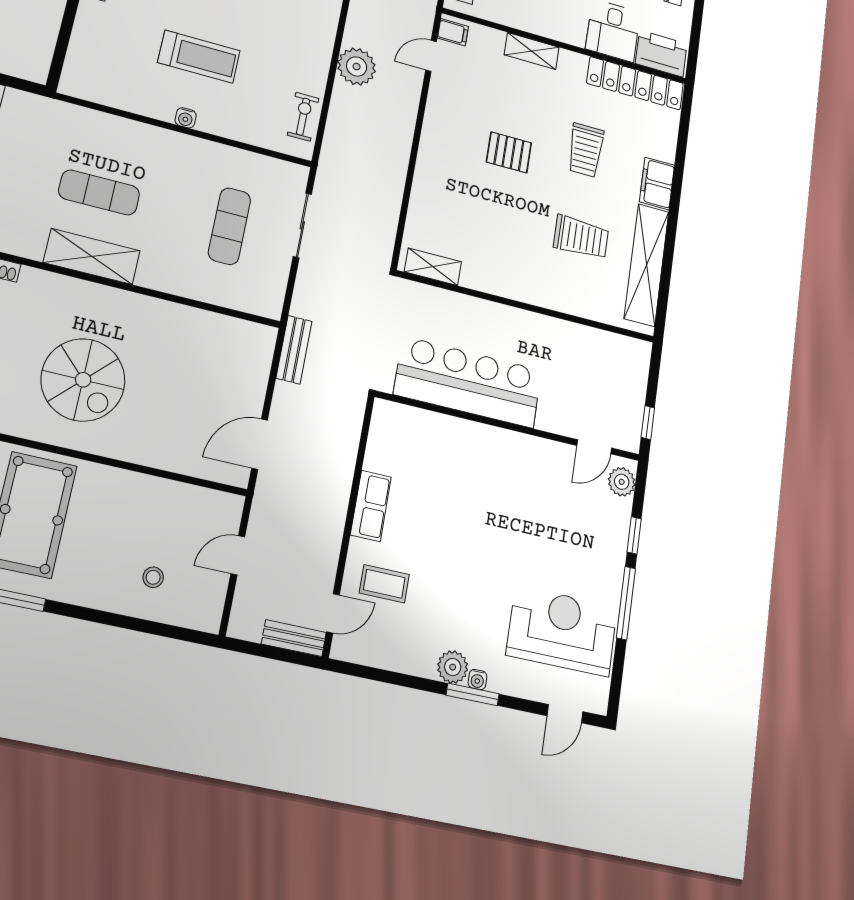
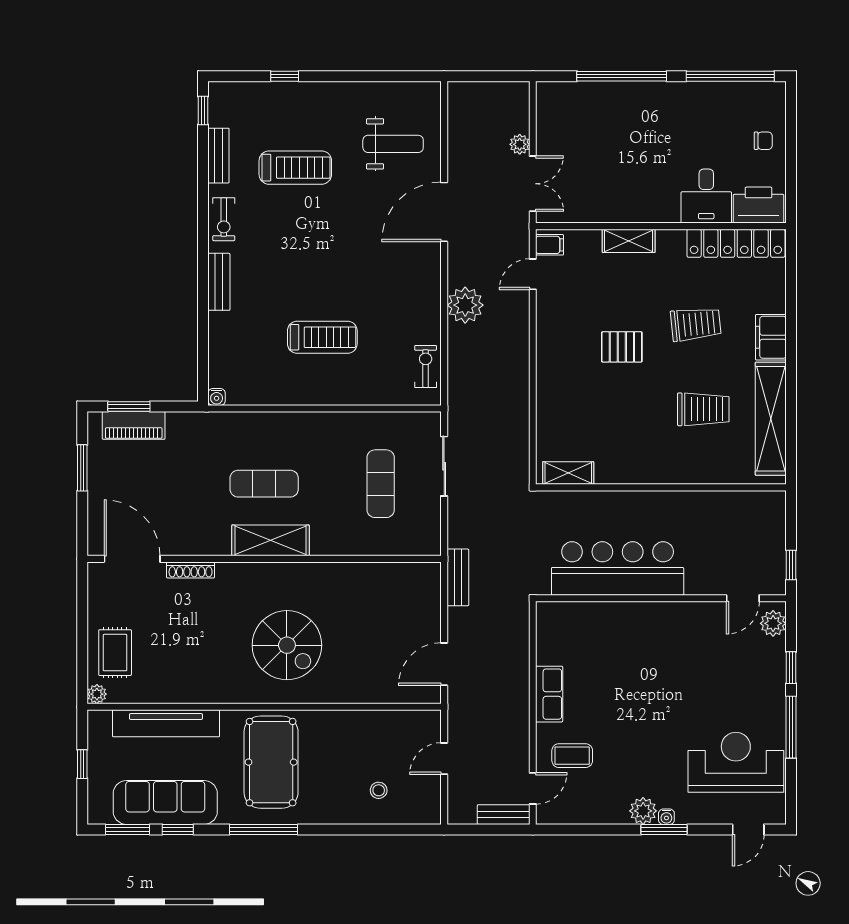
water cooler: (186, 118) -> (217, 397), moved
trolley: (586, 150) -> (696, 324), turned -96

